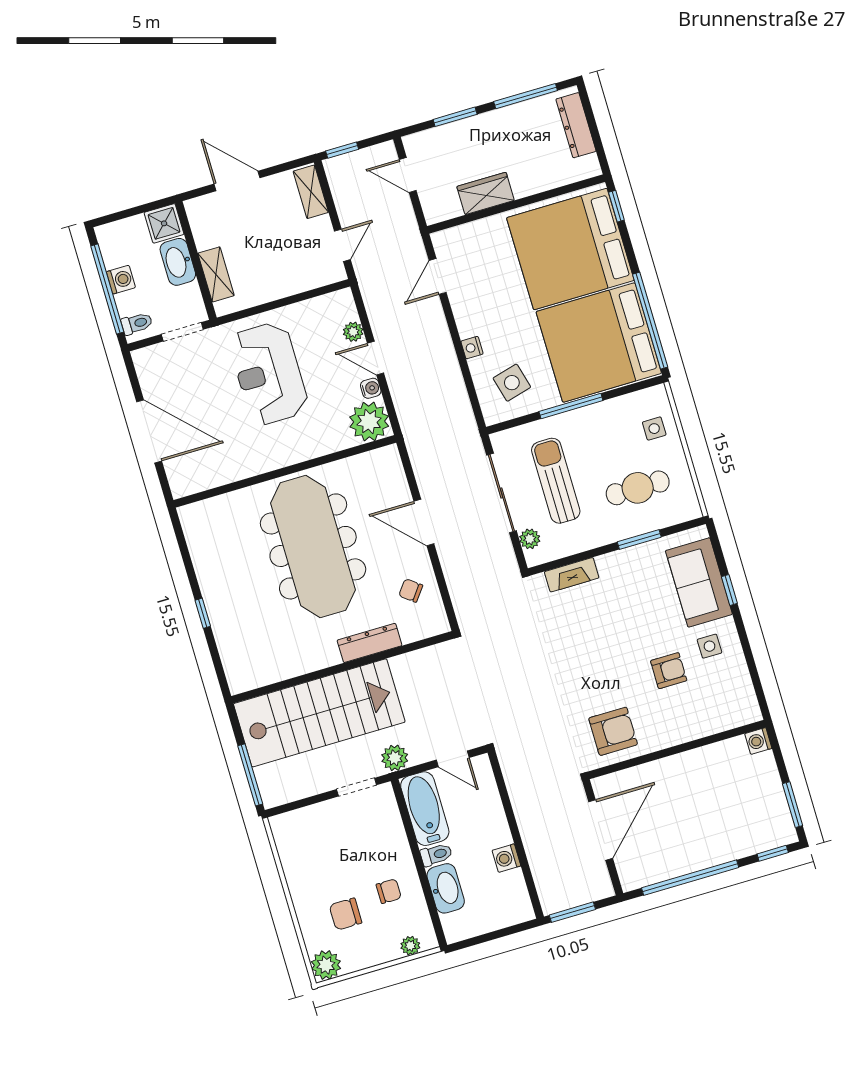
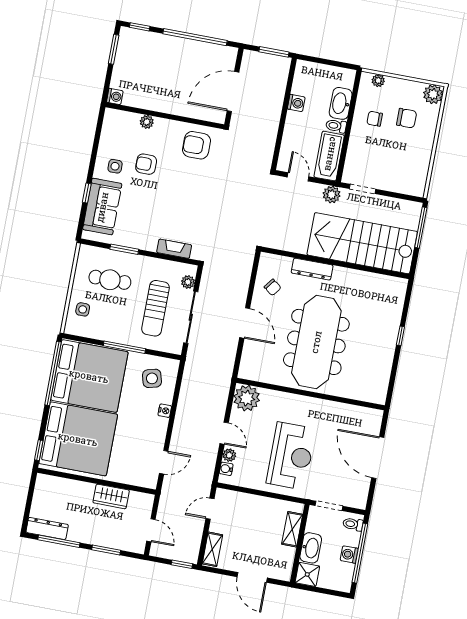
dresser: (576, 125) -> (47, 528), moved, turned -90
water cooler: (371, 388) -> (226, 469), moved
plant: (697, 729) -> (147, 122), added

